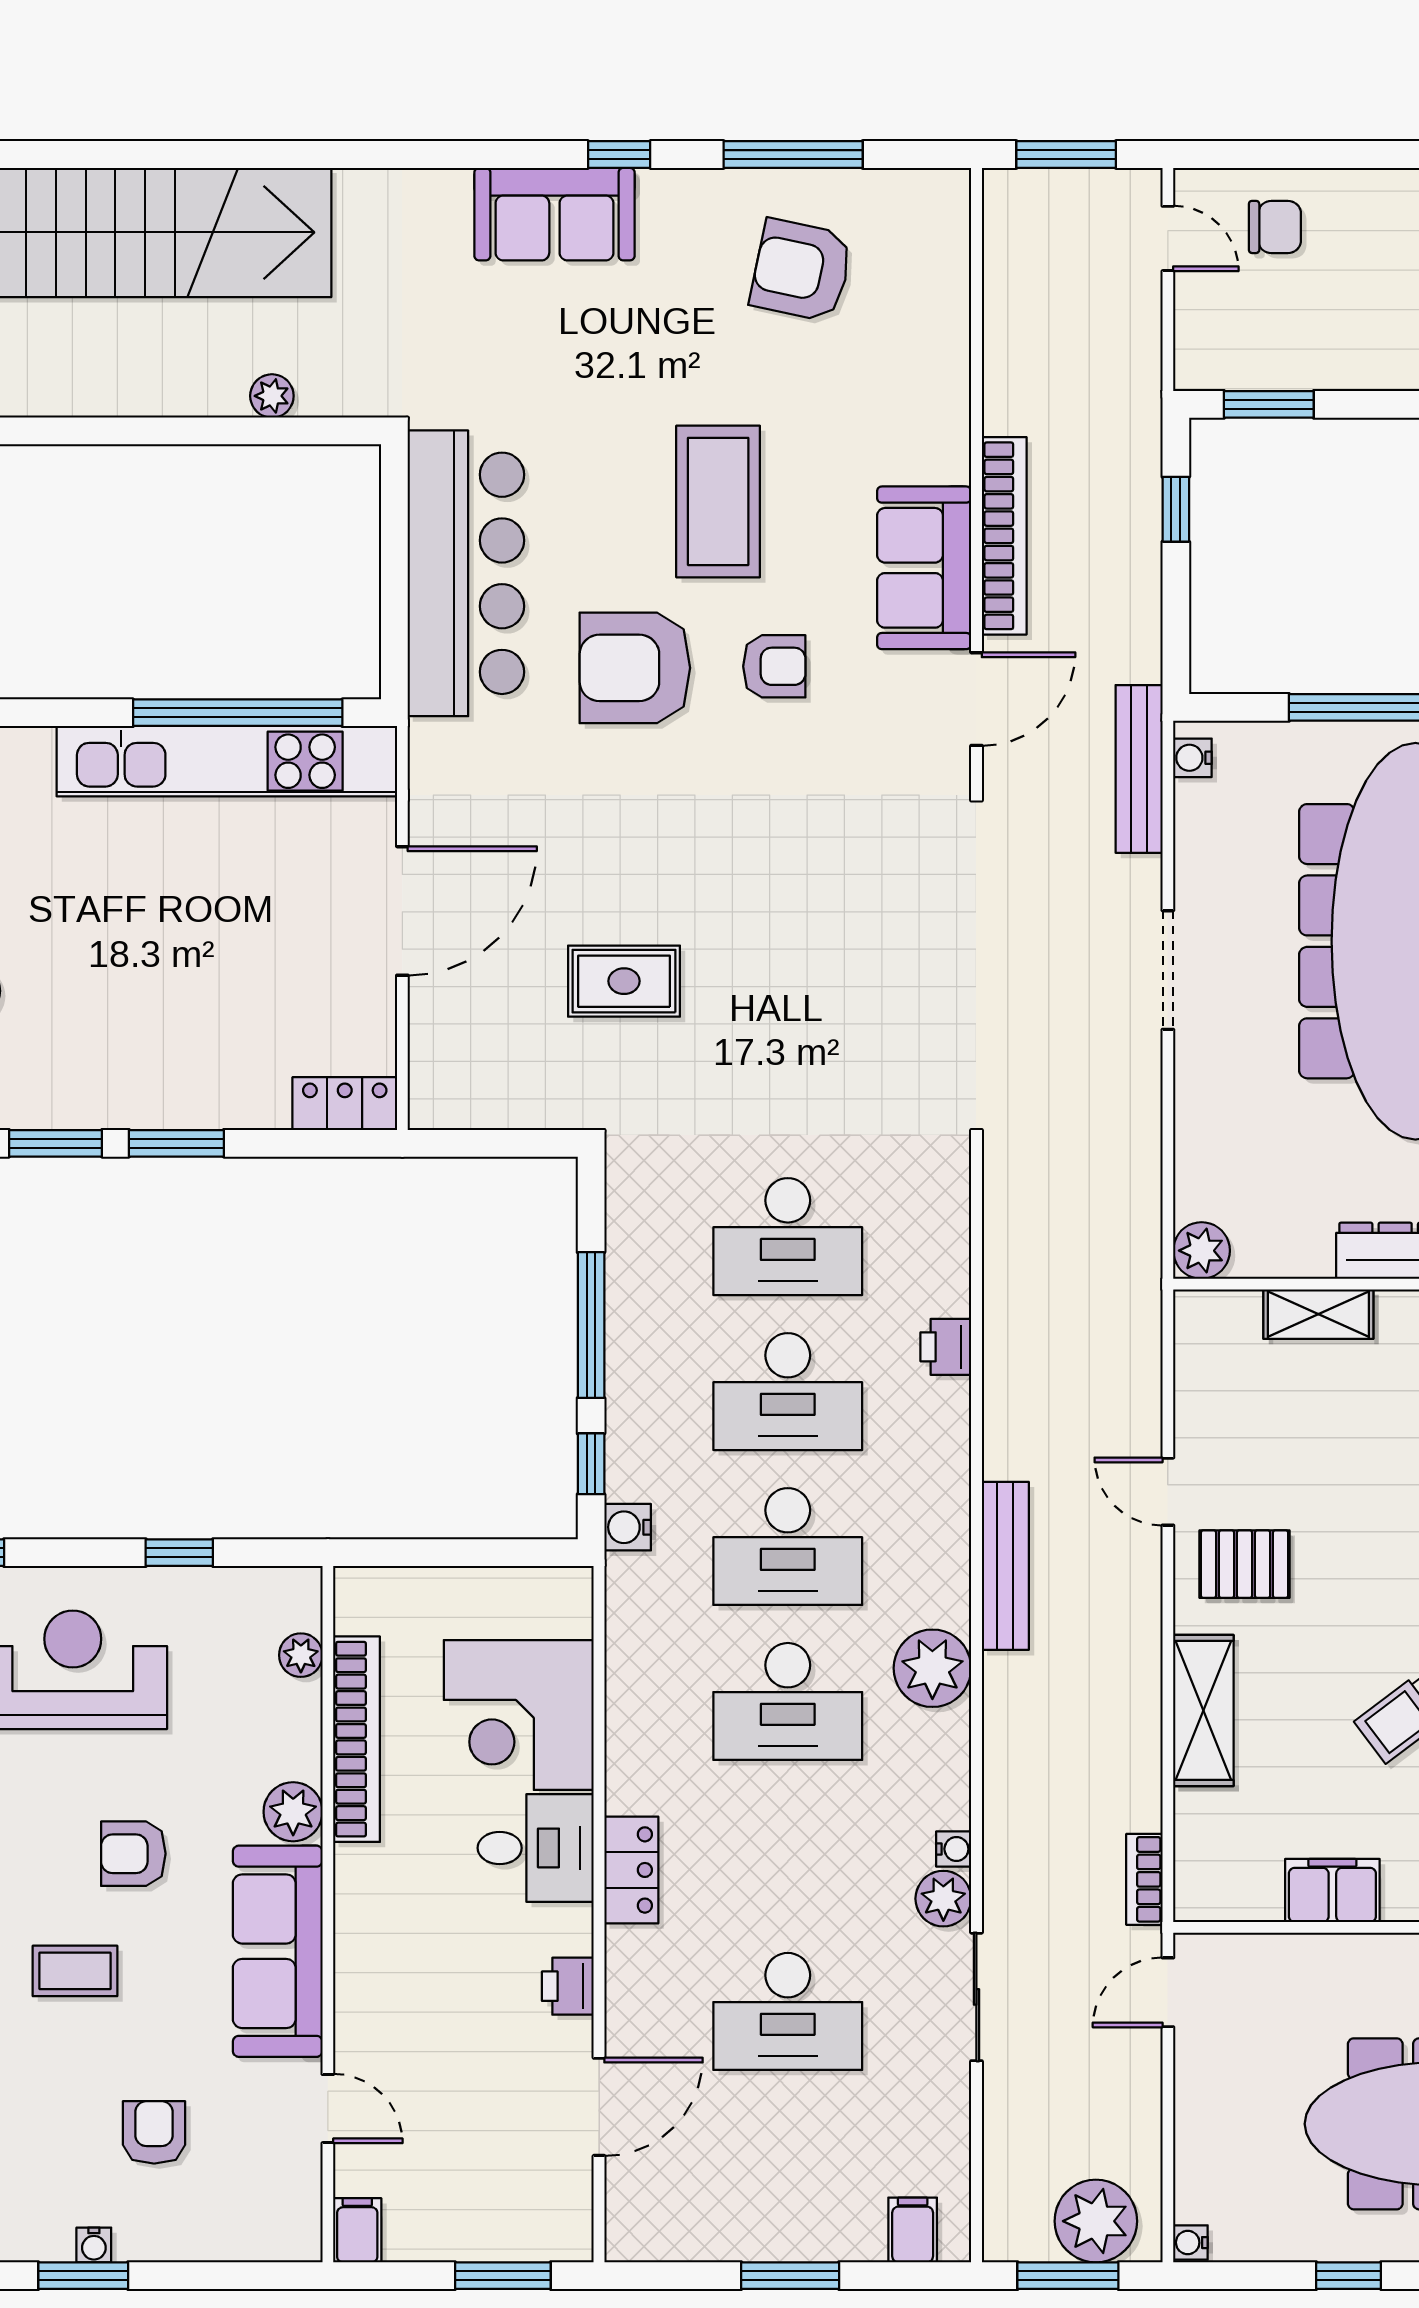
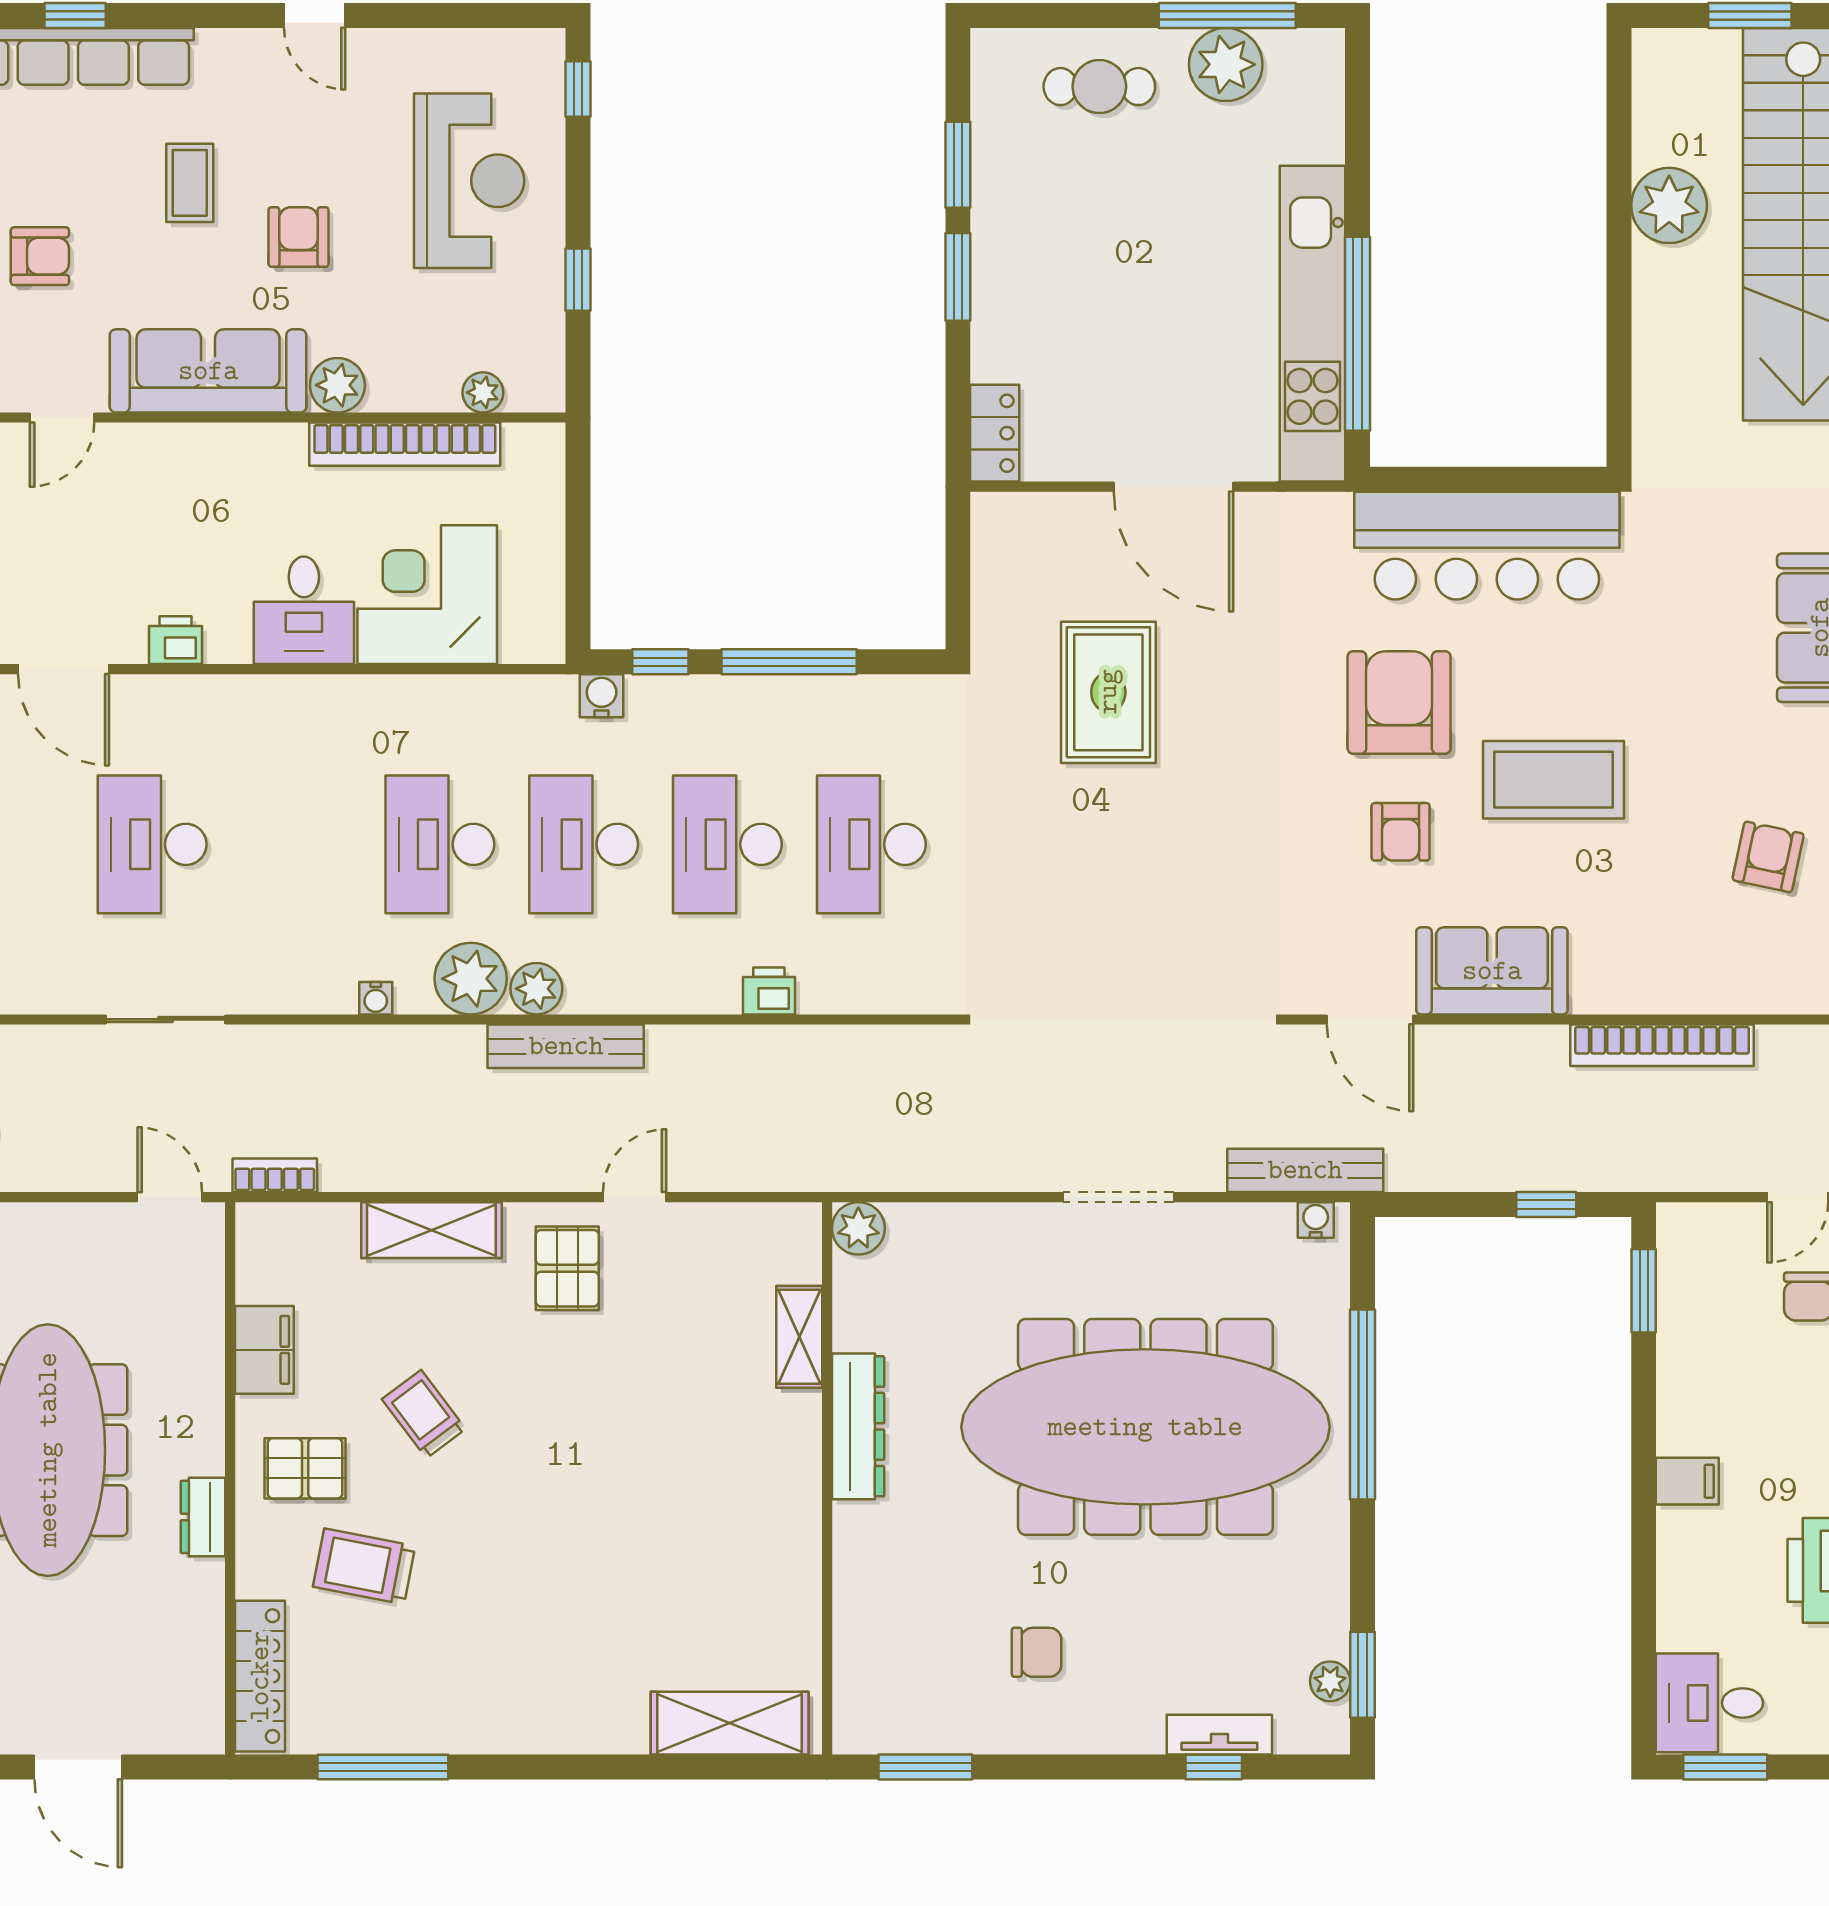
armchair: (801, 270) -> (1768, 857), width x0.72, depth x0.72
plant: (272, 396) -> (1669, 205), moved, width x1.88, depth x1.88
bookcase: (1004, 536) -> (1662, 1045), moved
rug: (624, 981) -> (1108, 692), width x1.36, depth x1.43
water cooler: (954, 1849) -> (376, 998), moved
locker: (631, 1870) -> (283, 699), removed
plant: (943, 1899) -> (536, 989), moved

